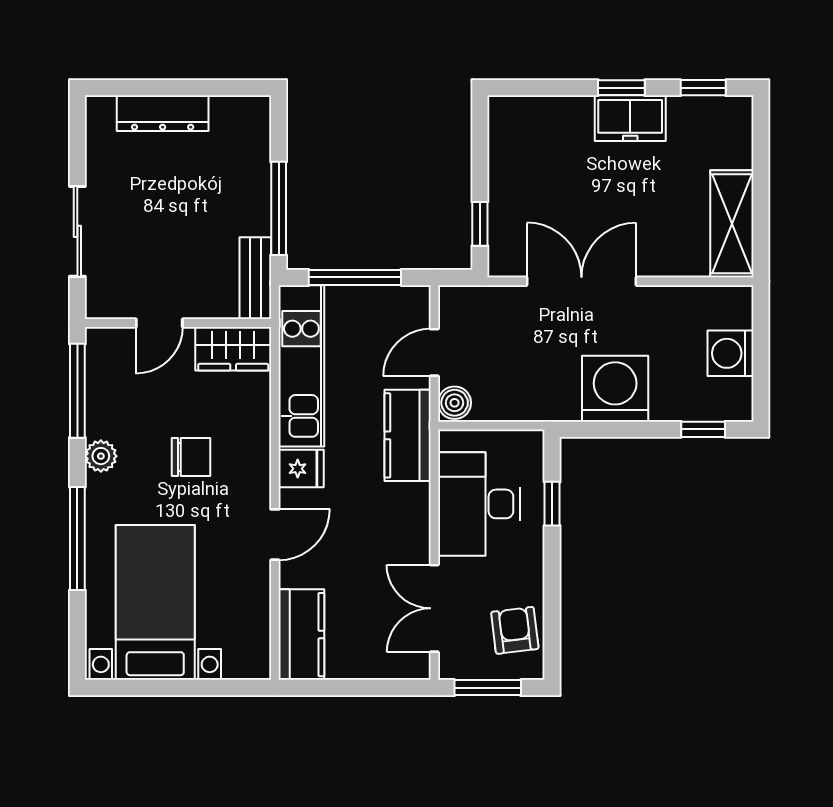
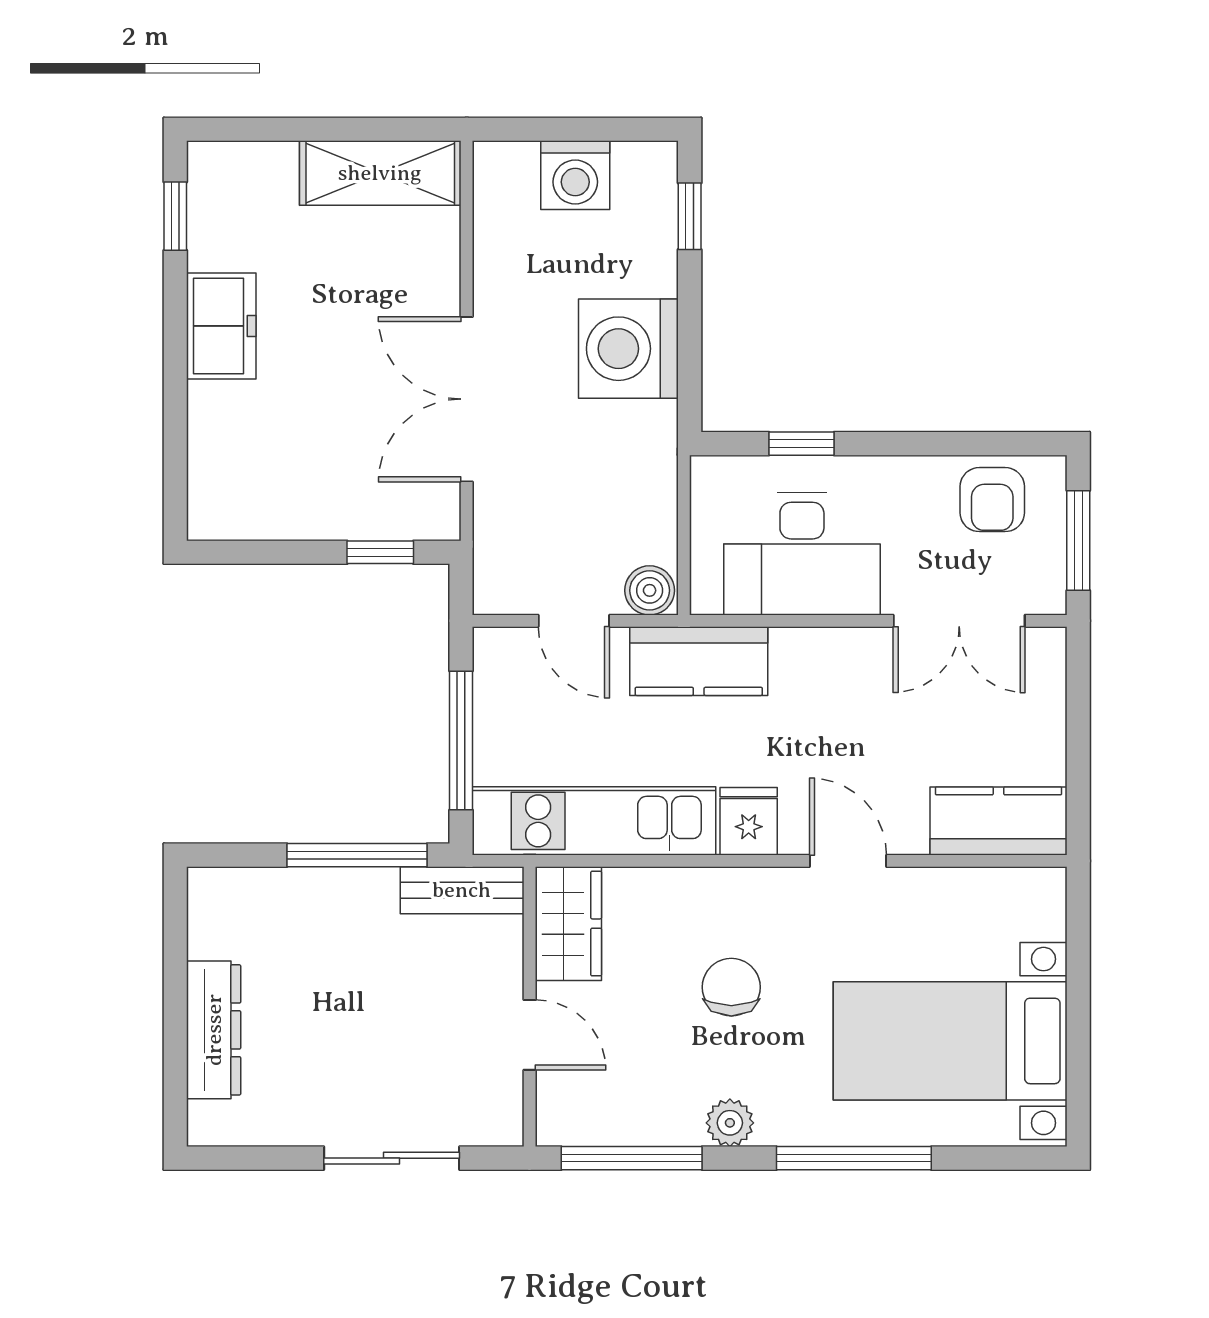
window: (621, 88) -> (175, 339), removed
armchair: (515, 630) -> (992, 500), turned -83

